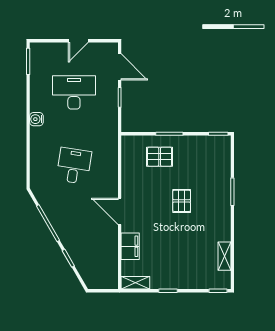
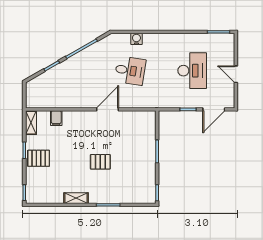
water cooler: (36, 119) -> (136, 39), moved
pallet: (160, 157) -> (39, 158), moved, turned 90
door: (120, 211) -> (108, 109), moved
filing cabinet: (130, 246) -> (56, 118), width x0.50
shelving: (225, 256) -> (76, 198), moved

